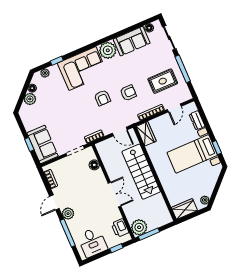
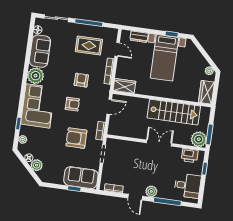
rug: (163, 81) -> (89, 46), turned 90
armchair: (75, 119) -> (76, 138), added
floor lamp: (94, 165) -> (124, 145), removed
stairs: (141, 172) -> (174, 112), moved

